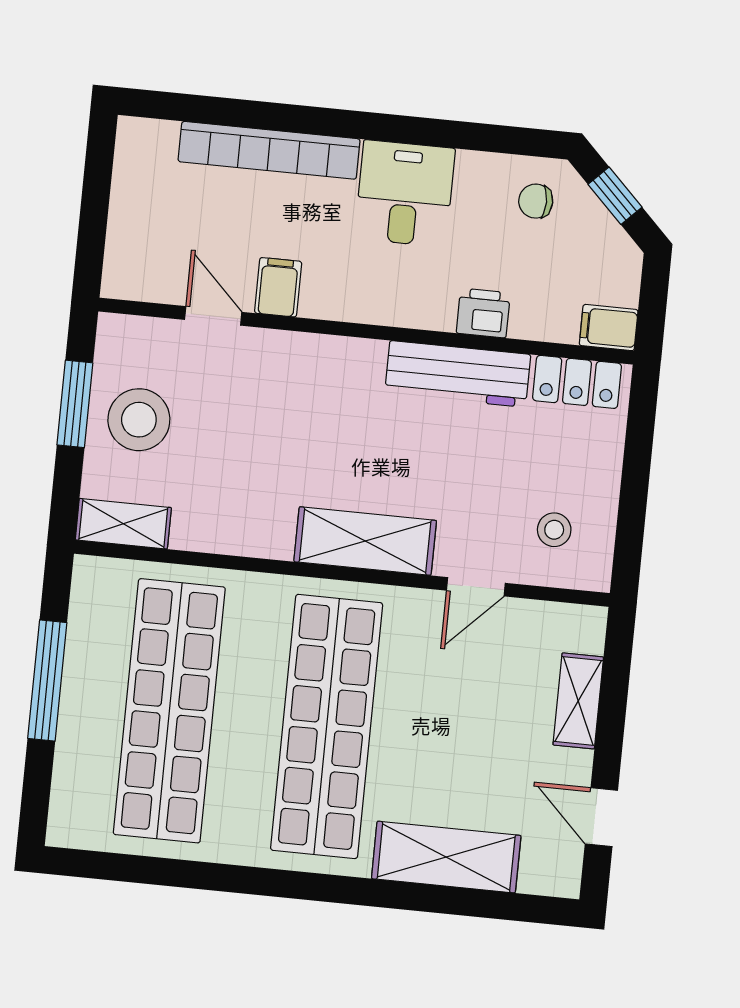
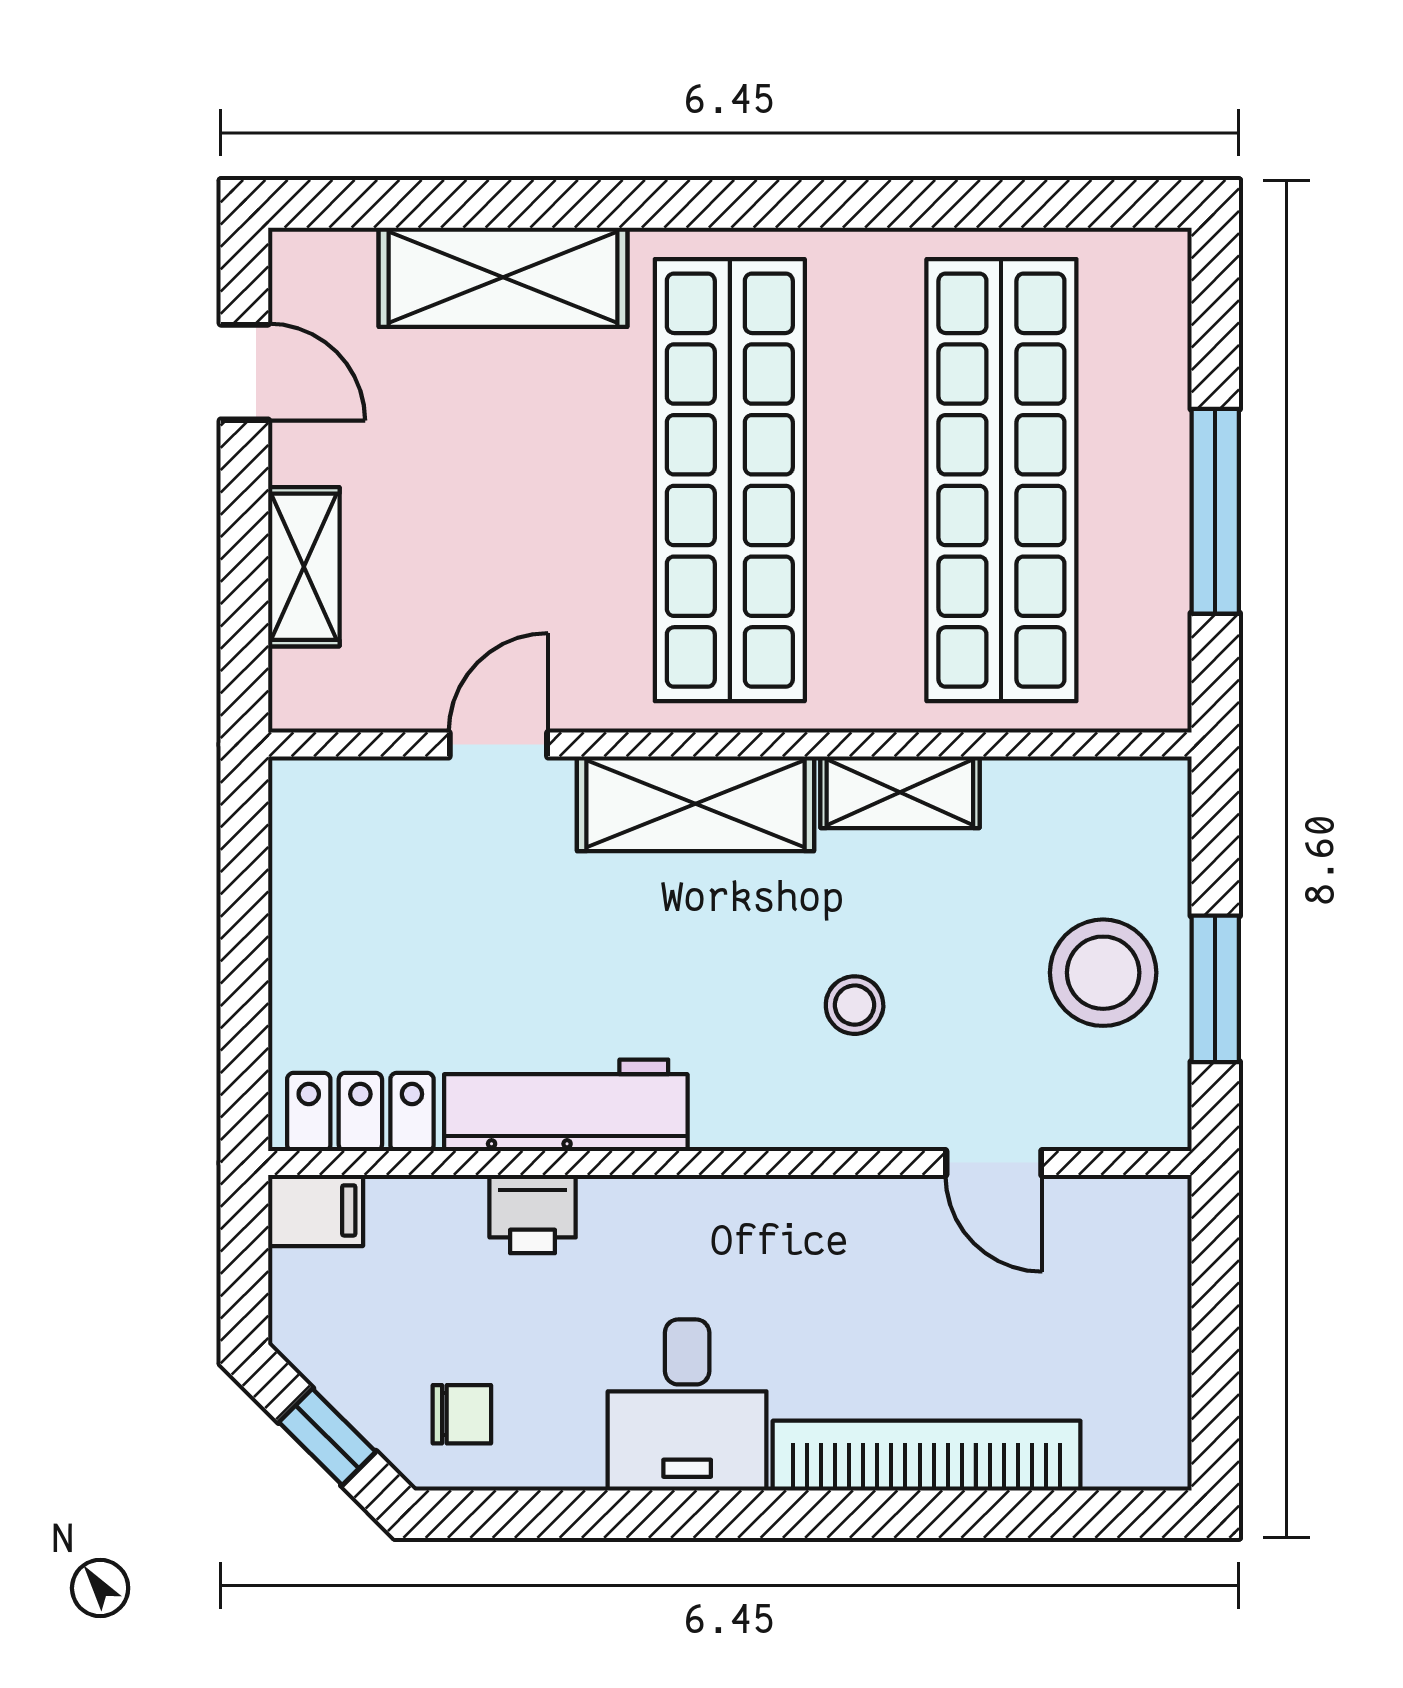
filing cabinet: (278, 287) -> (888, 1223), removed
shelving: (123, 524) -> (900, 792), moved
stool: (554, 530) -> (855, 1005), moved

